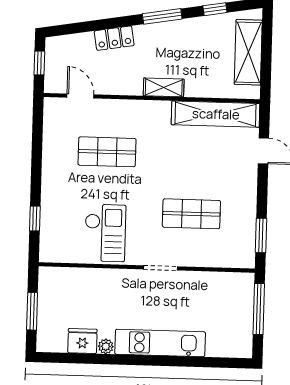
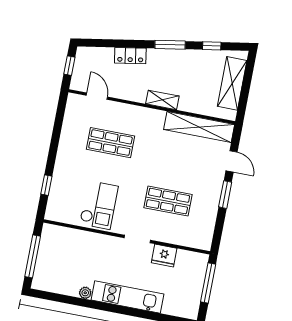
window: (261, 235) -> (225, 195), moved
window: (32, 311) -> (33, 256), width x1.44
fridge: (82, 341) -> (164, 256), moved, turned 180

